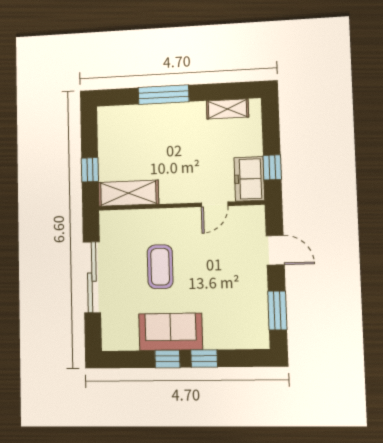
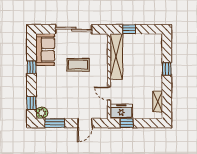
window: (164, 95) -> (167, 69), width x0.46
shelving: (128, 193) -> (116, 56), width x1.47
sofa: (171, 332) -> (45, 50), moved
plant: (258, 337) -> (42, 113), added
window: (204, 359) -> (32, 103), moved

